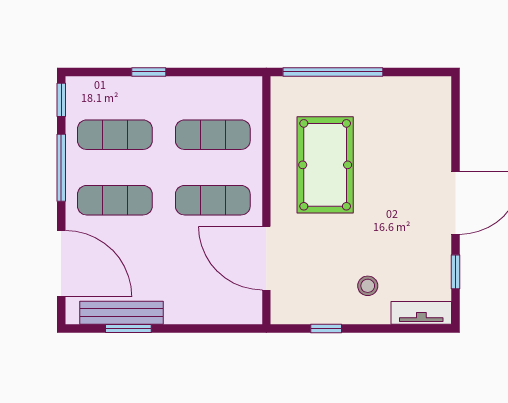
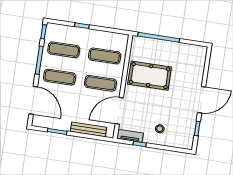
pool table: (325, 165) -> (150, 76), turned 90
door: (266, 258) -> (119, 111), hinge flipped
bench: (122, 313) -> (89, 129), moved
tv unit: (421, 313) -> (130, 136), moved

